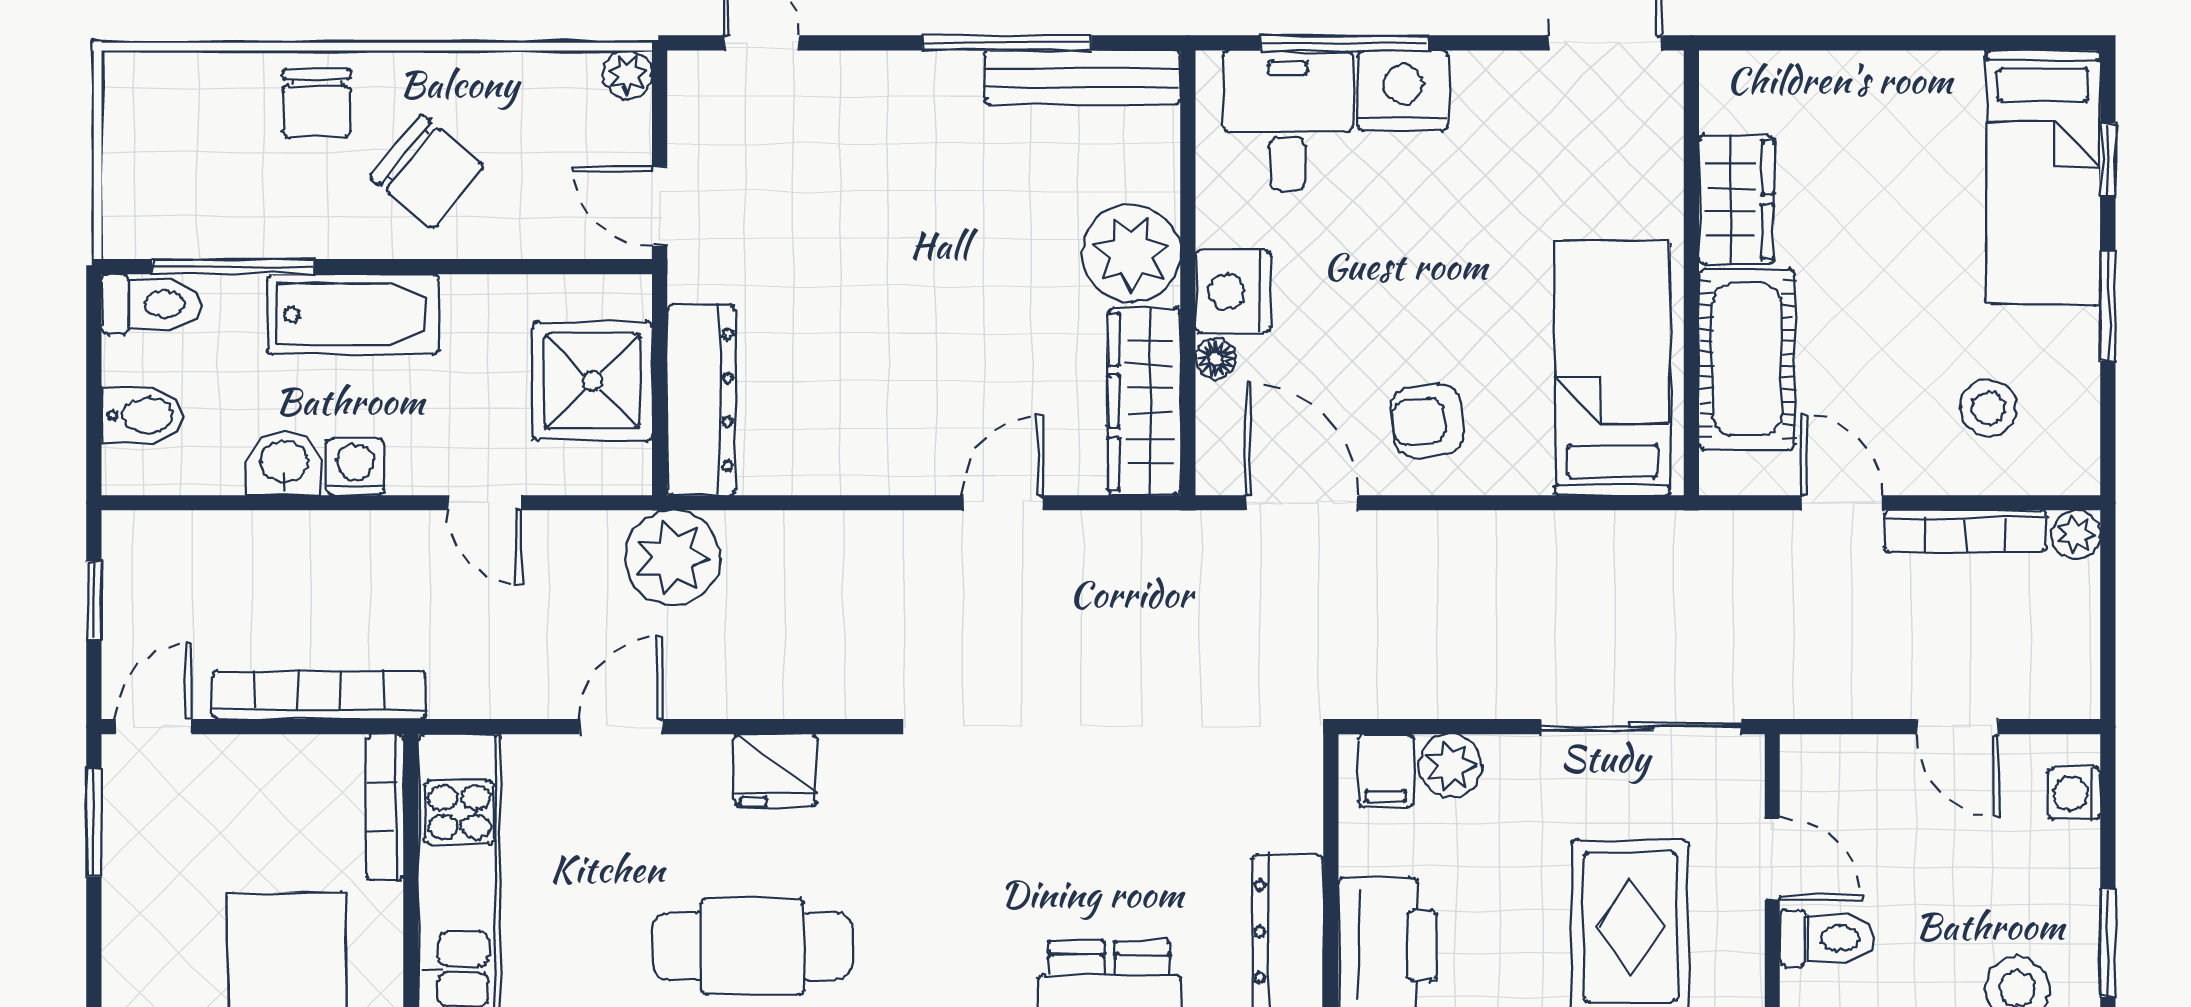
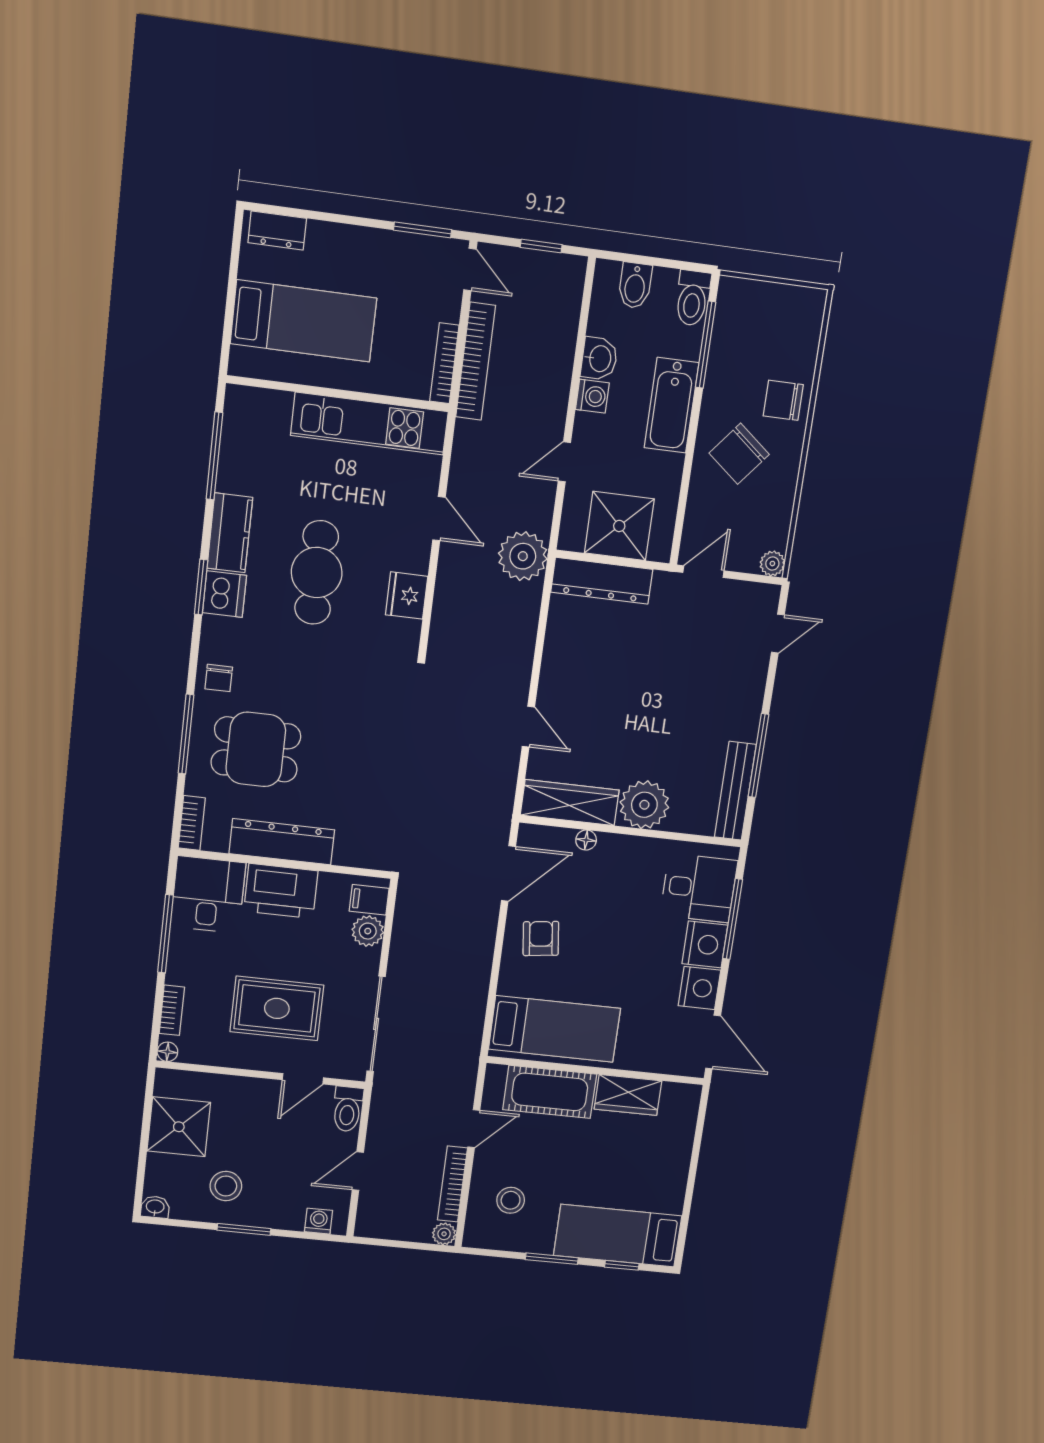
nightstand: (1233, 291) -> (699, 988), moved, turned 90
bookcase: (385, 807) -> (444, 363), moved, turned -90
toilet: (1827, 938) -> (348, 1109), moved

